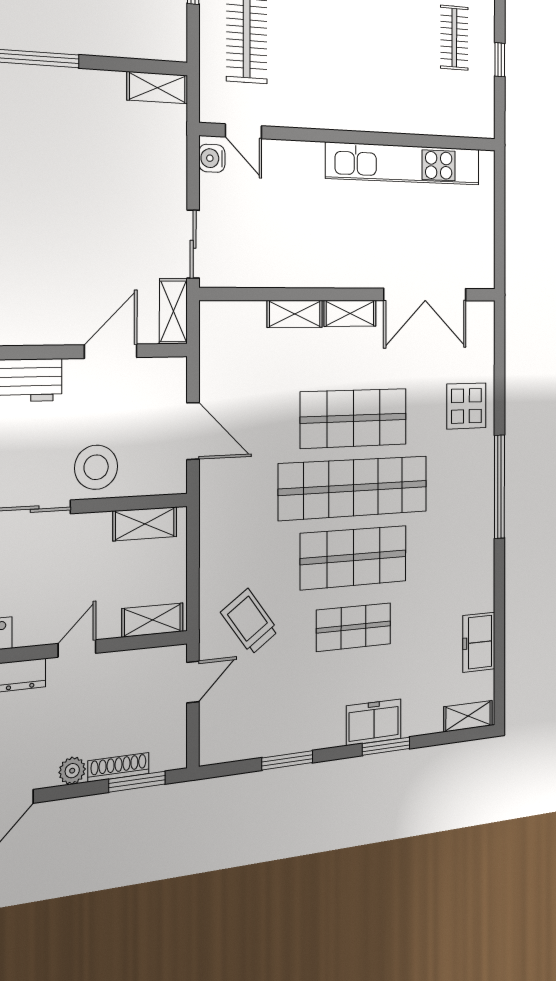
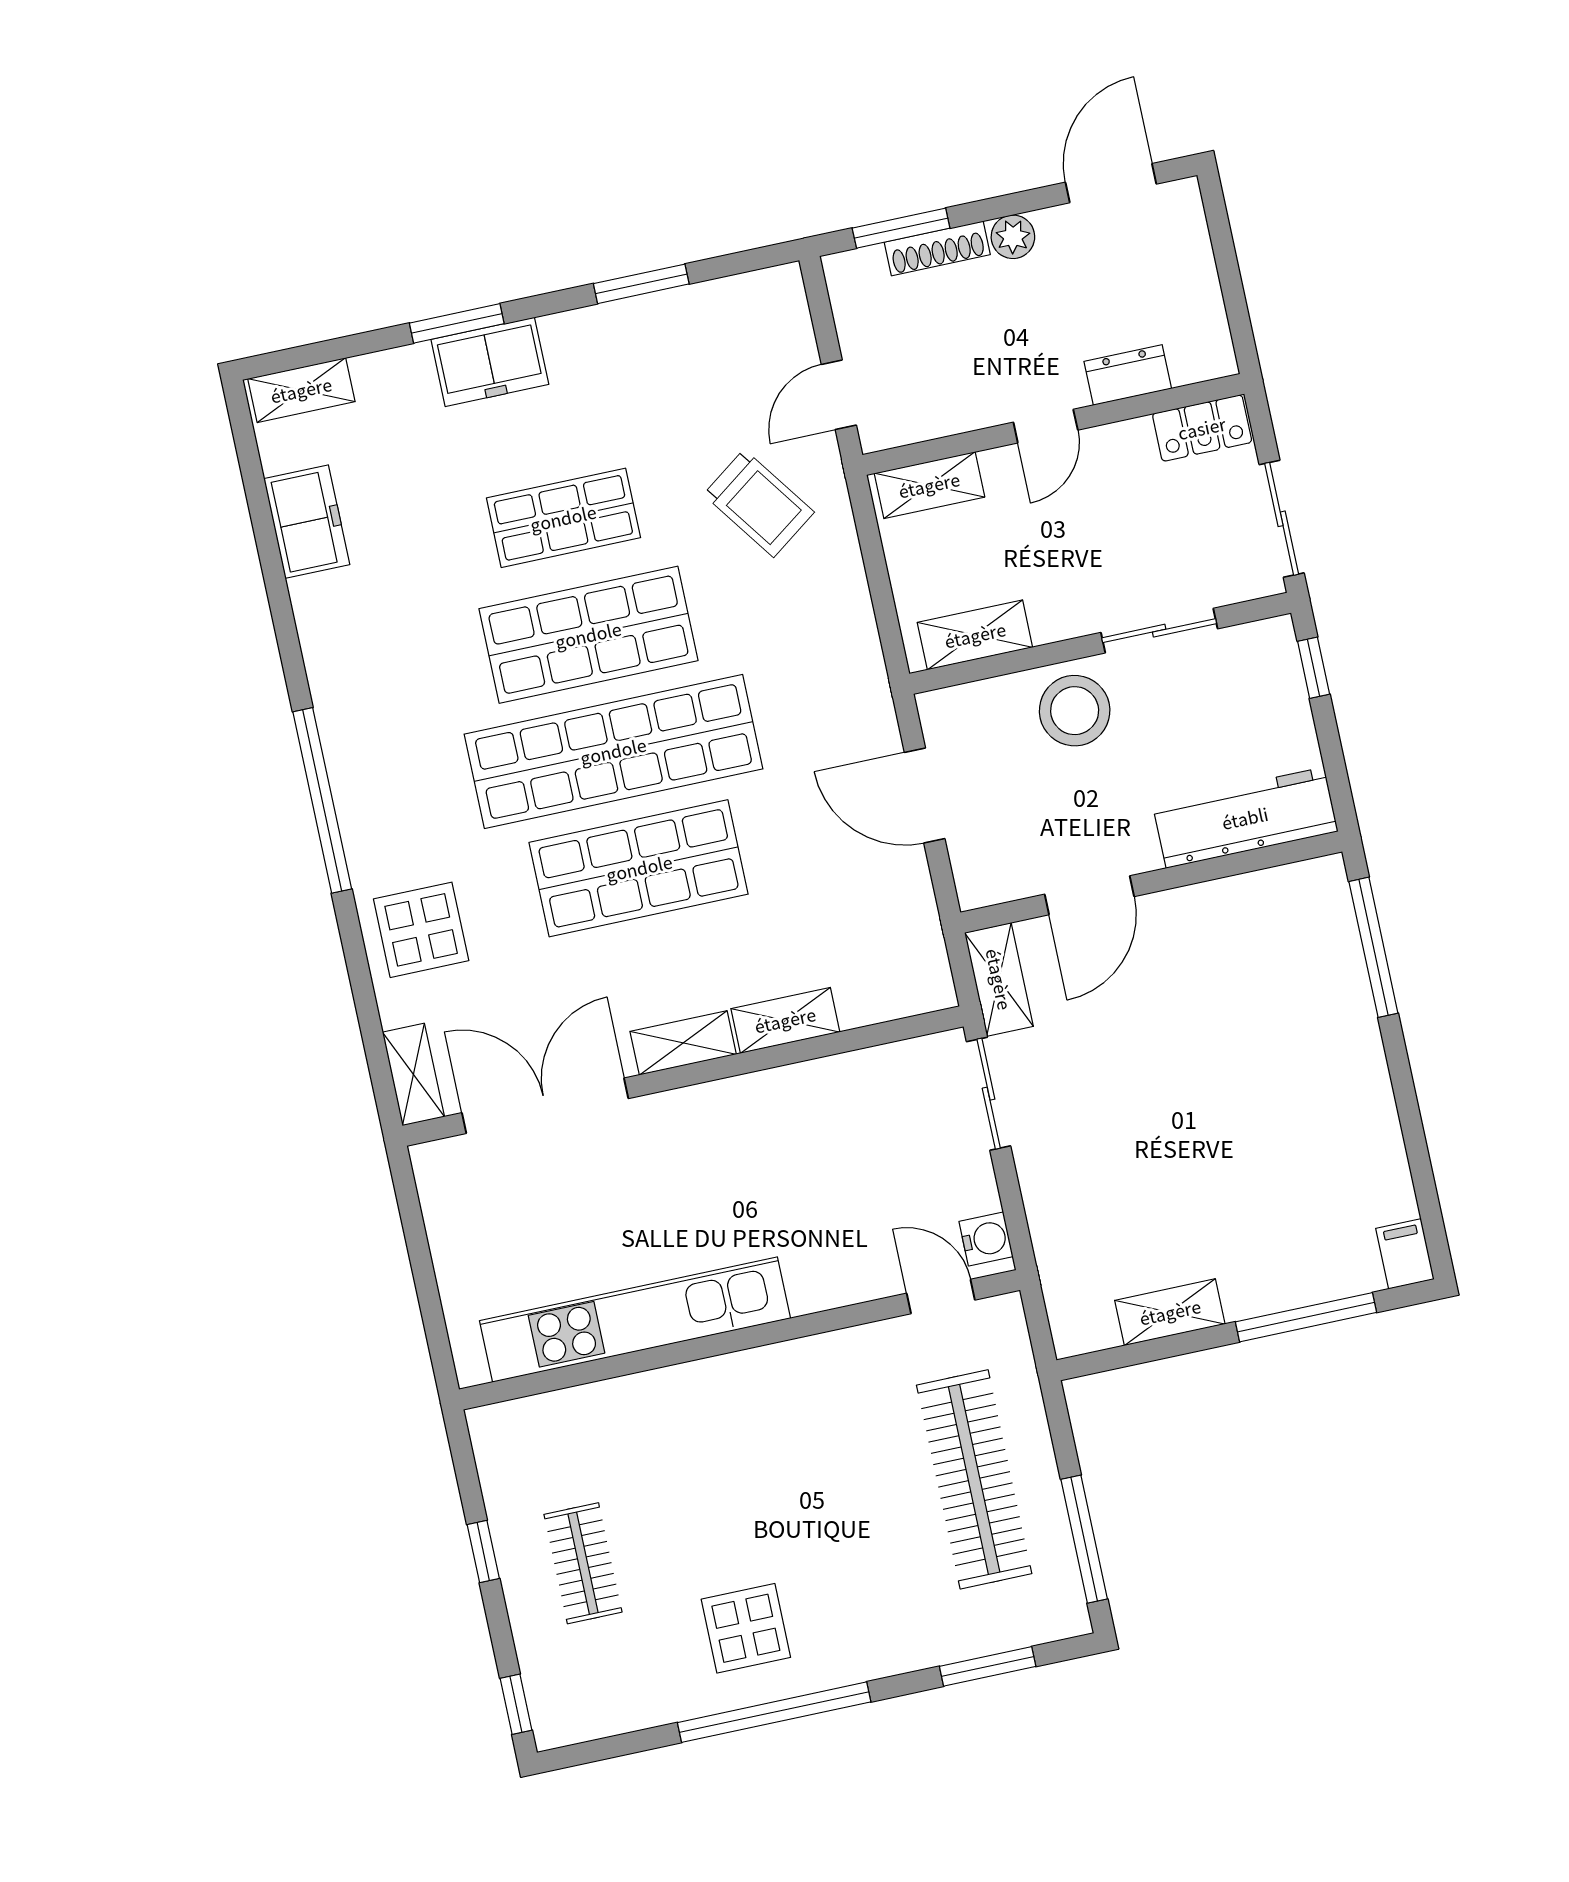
shelving: (157, 88) -> (1170, 1312), moved
shelving: (485, 327) -> (413, 1075), added

